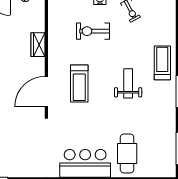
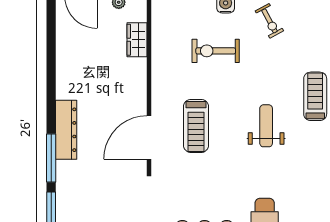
wardrobe: (38, 45) -> (137, 40), moved

